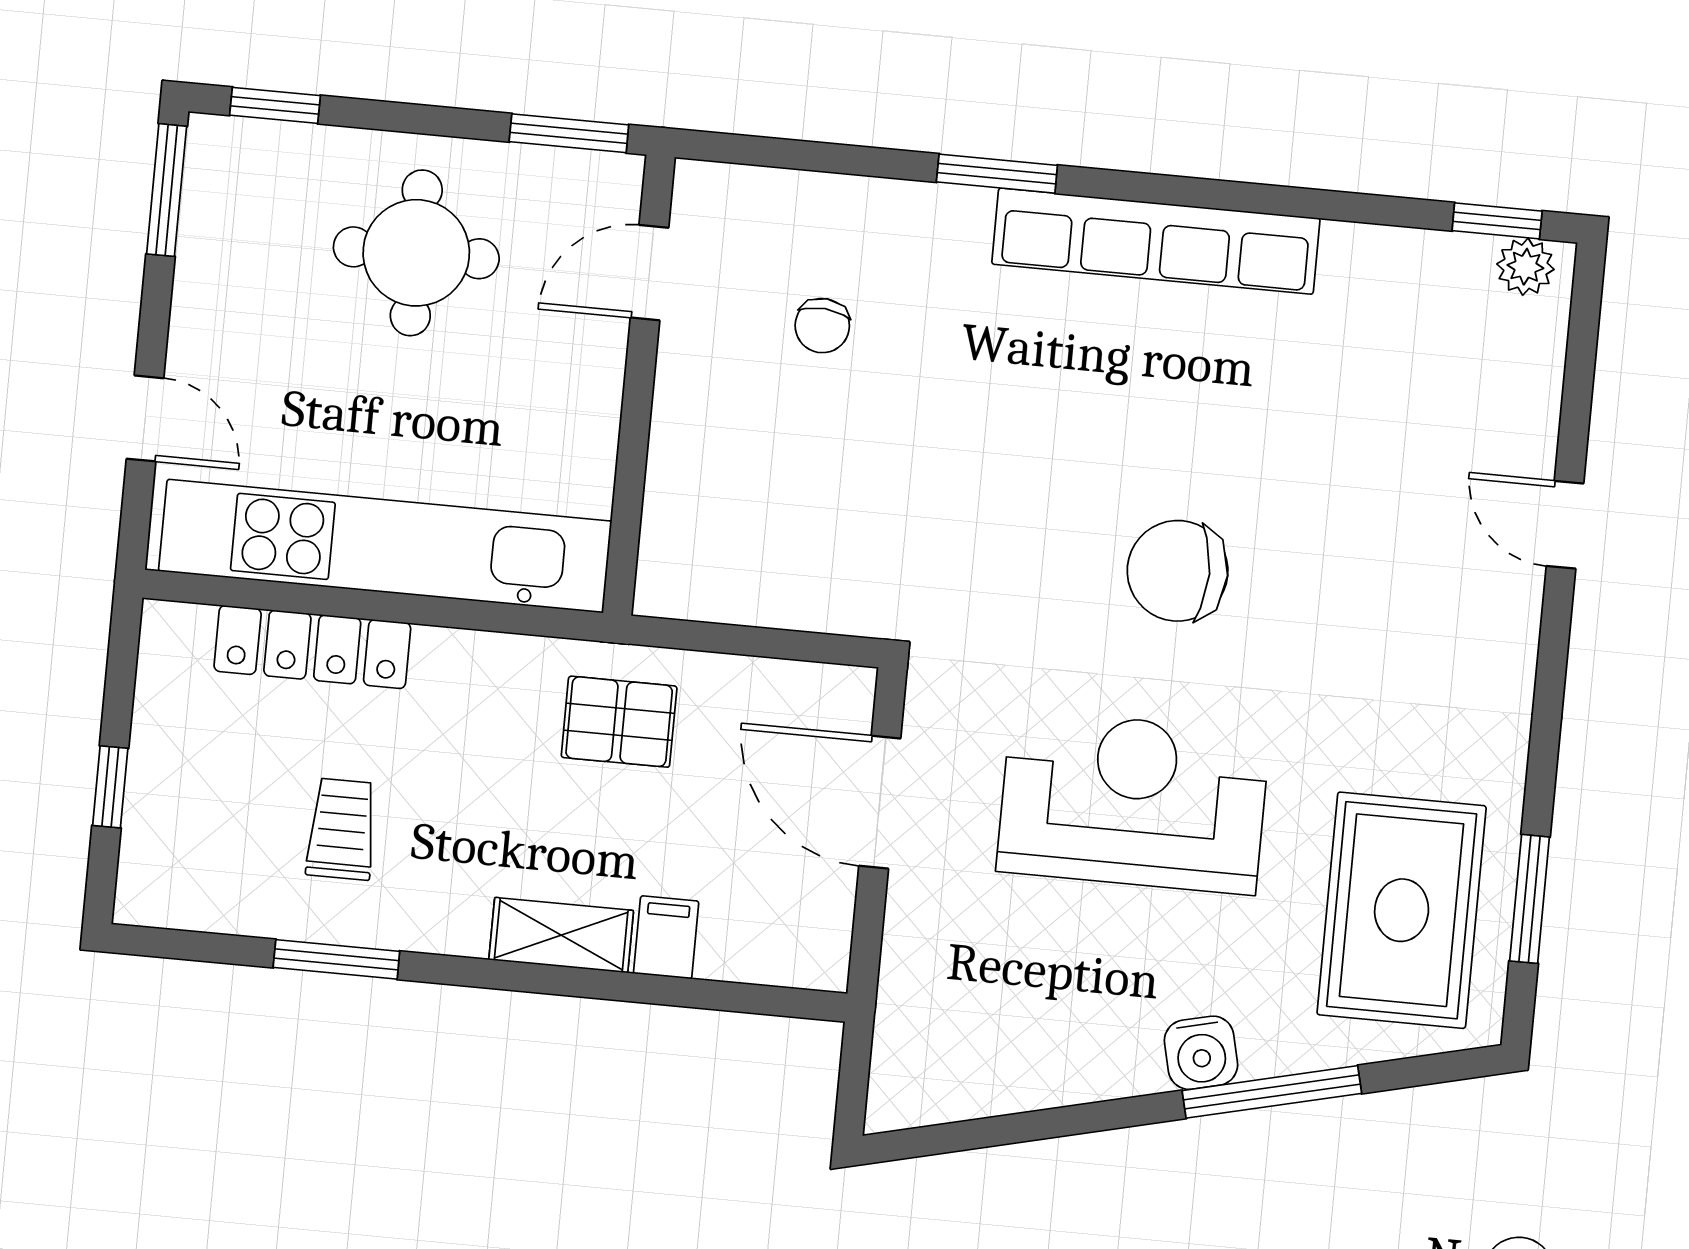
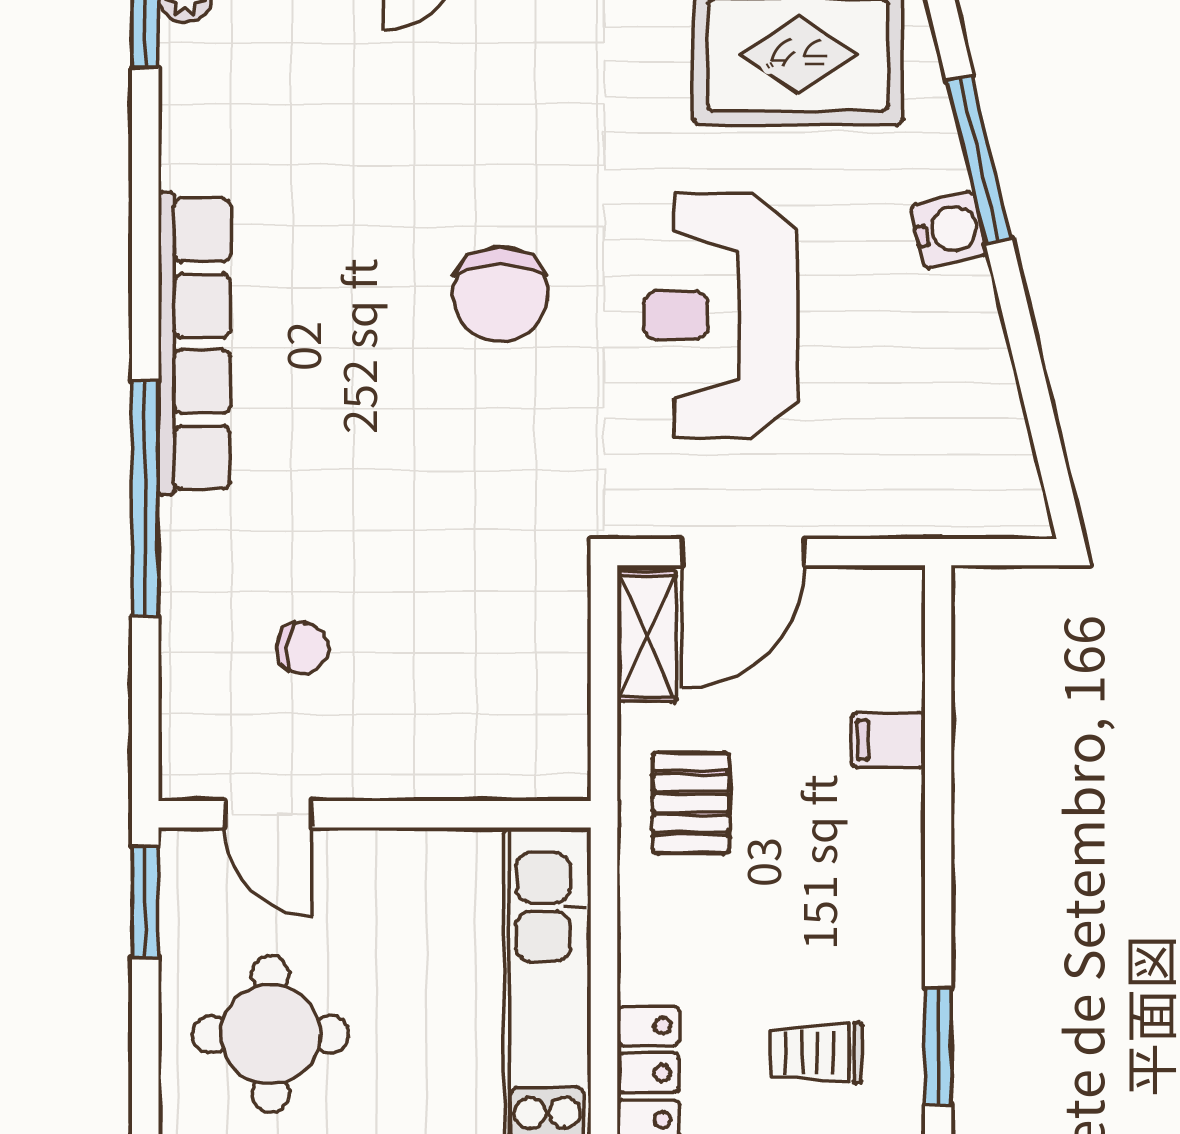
window: (997, 174) -> (145, 498), width x2.11
shelving: (561, 935) -> (646, 636), moved

